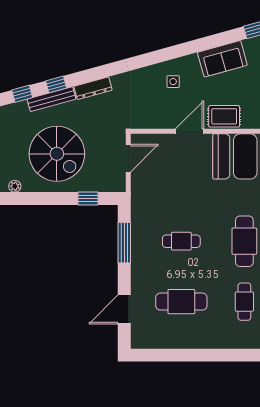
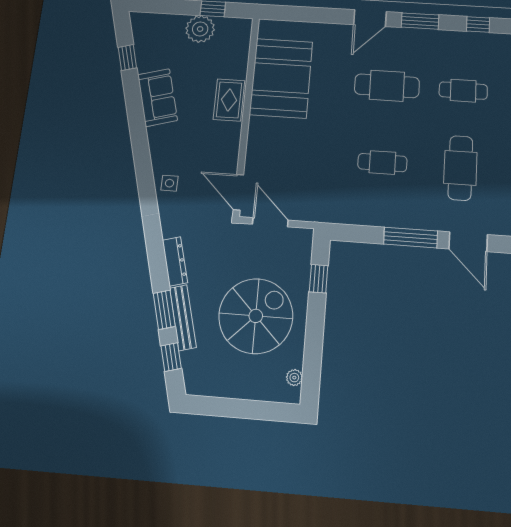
side table: (173, 82) -> (170, 183), moved
window: (56, 84) -> (164, 310), width x1.50
door: (189, 131) -> (238, 192), moved
cafe table: (181, 241) -> (382, 163), turned 90
window: (124, 243) -> (411, 238), moved

